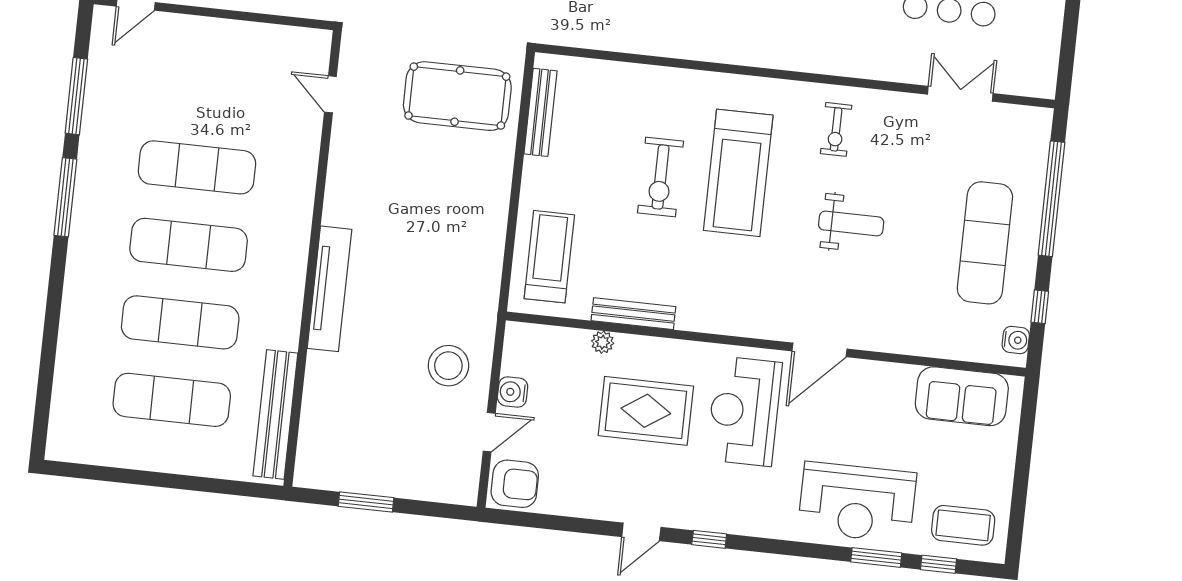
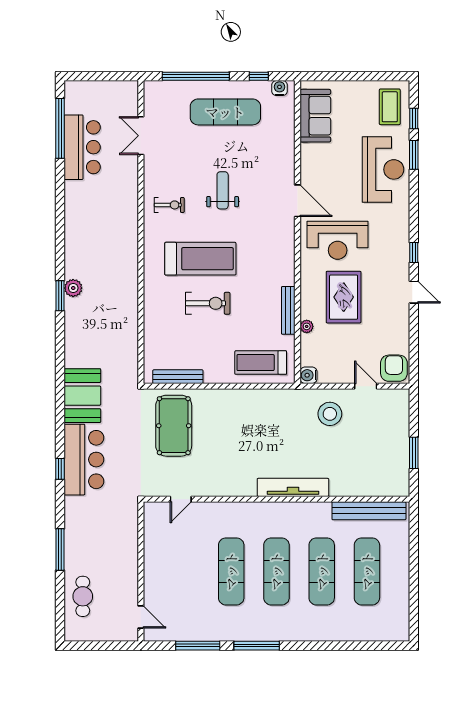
water cooler: (513, 392) -> (308, 375), moved, turned 90

